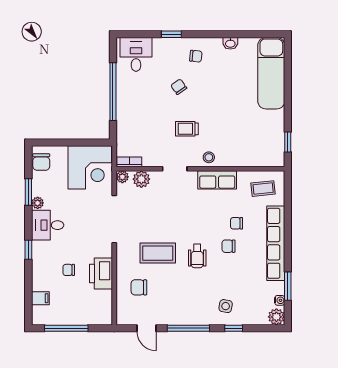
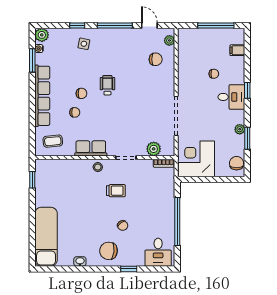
chair: (196, 56) -> (109, 251), width x1.87, depth x1.87
plant: (122, 177) -> (169, 40), moved
desk: (48, 225) -> (231, 97), moved
coffee table: (158, 253) -> (140, 88), removed
printer: (101, 274) -> (187, 71), removed

